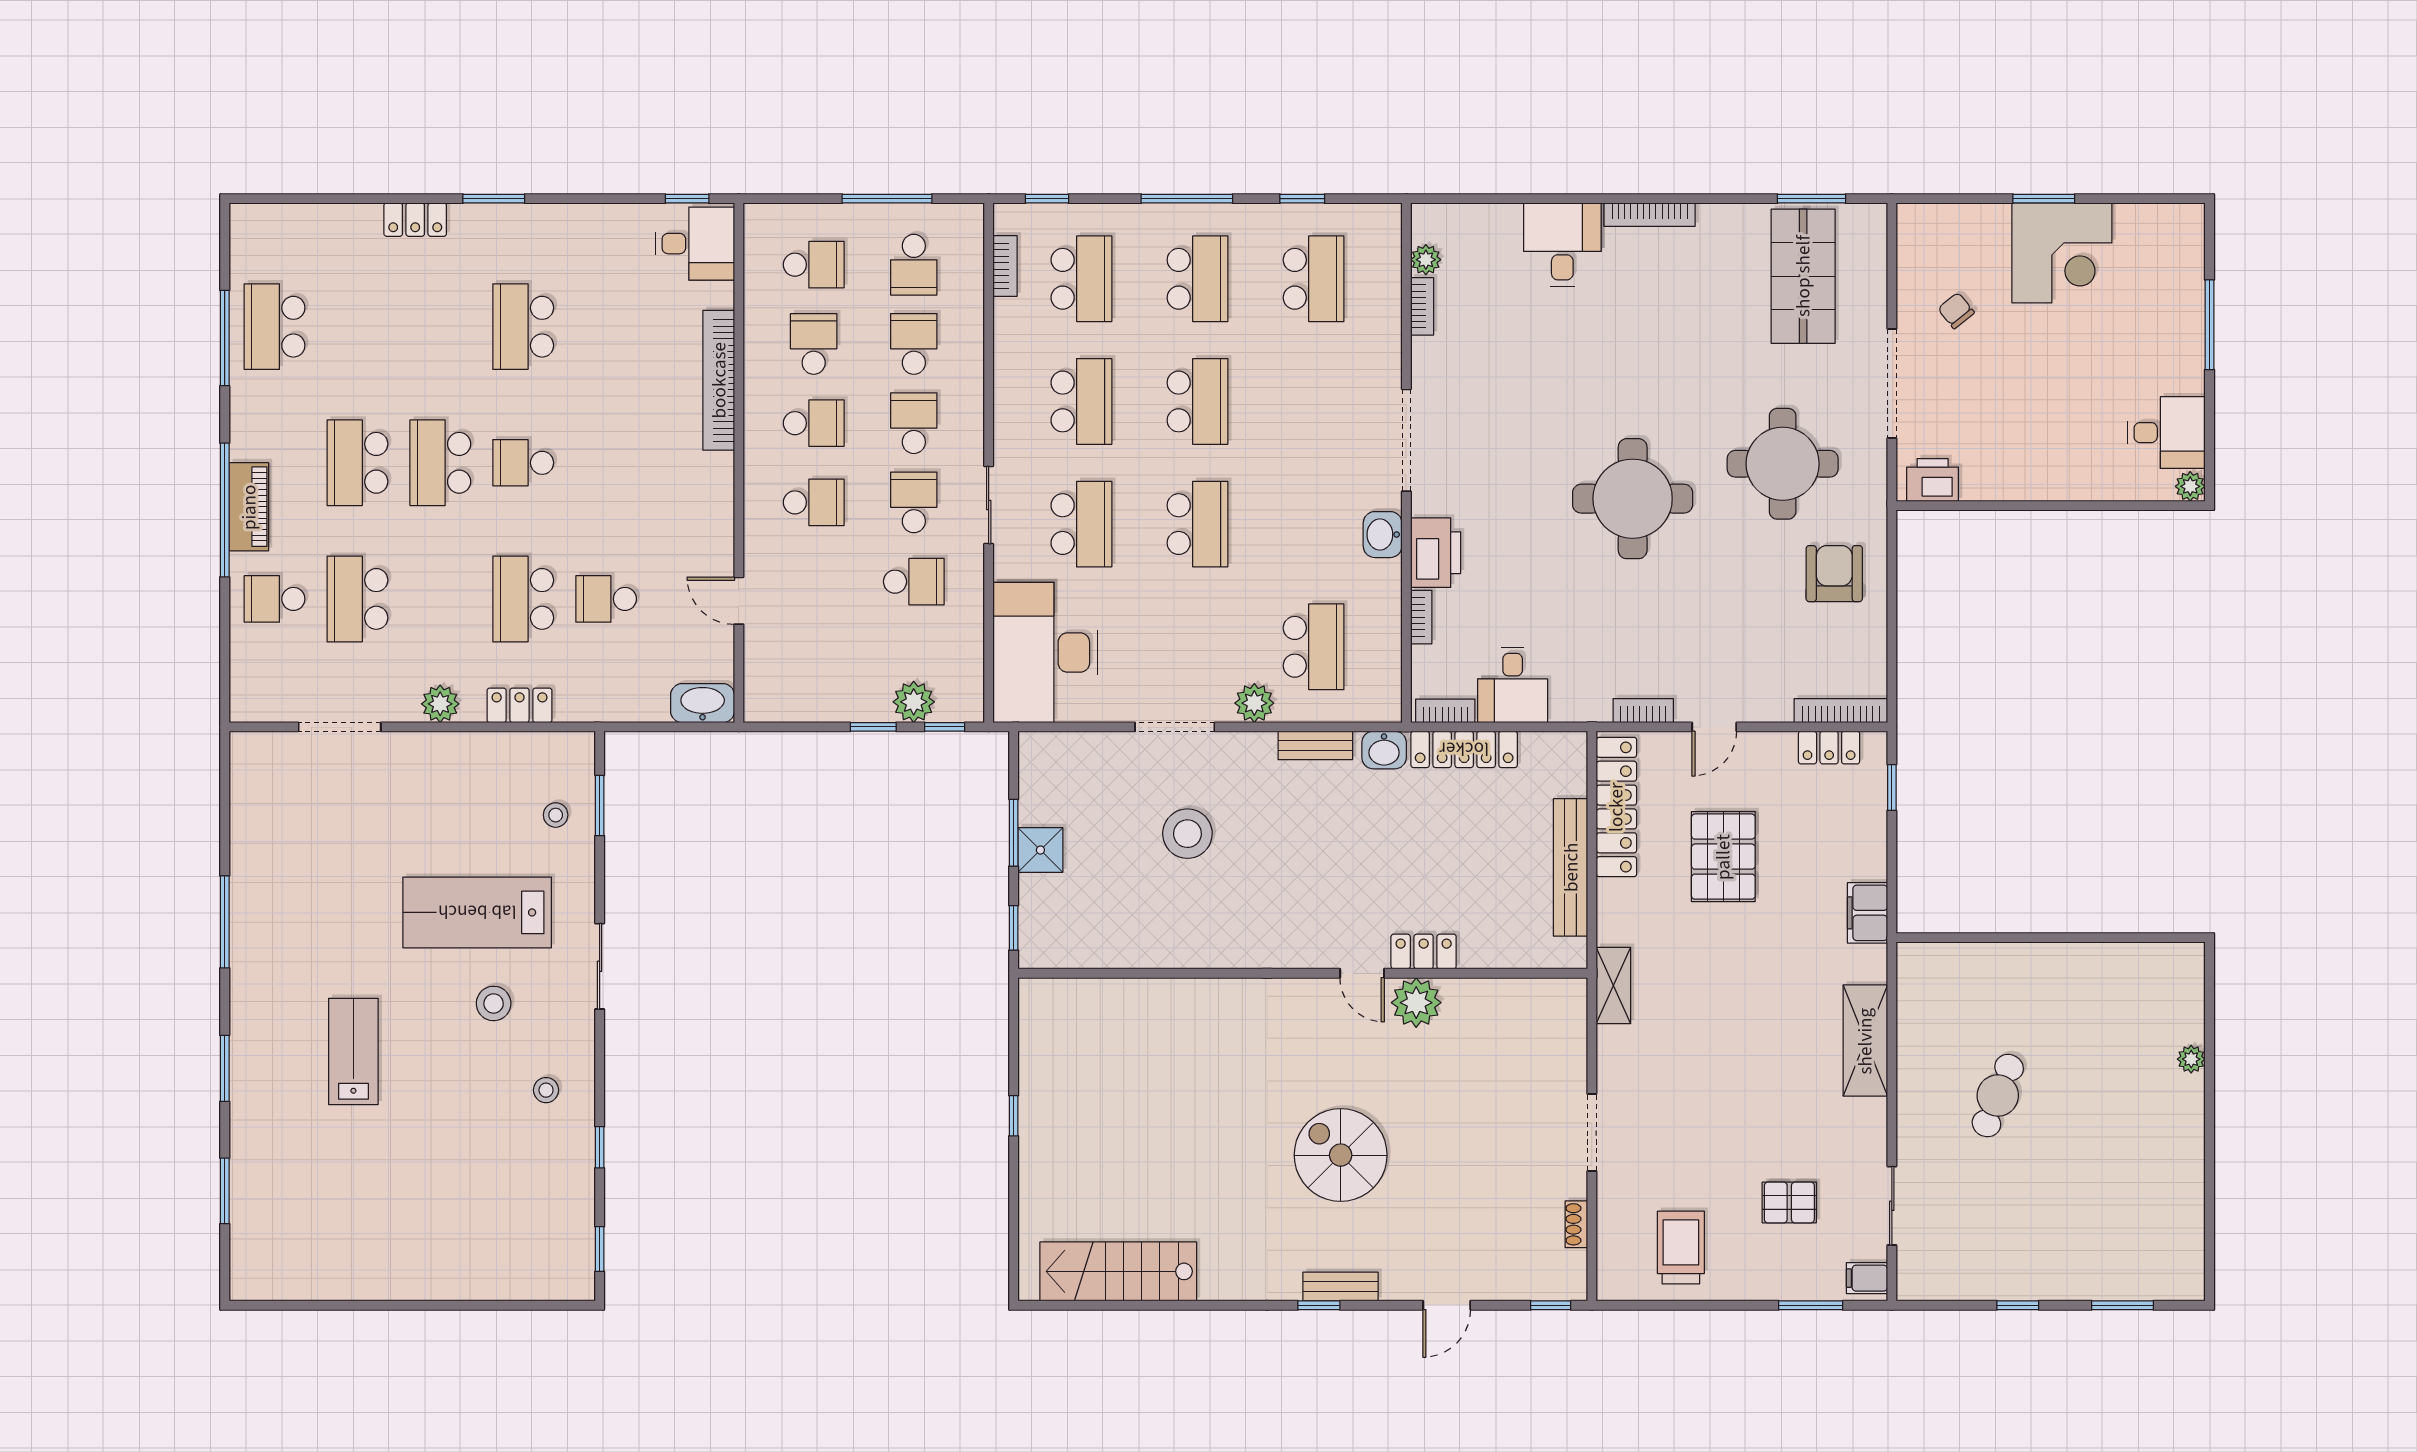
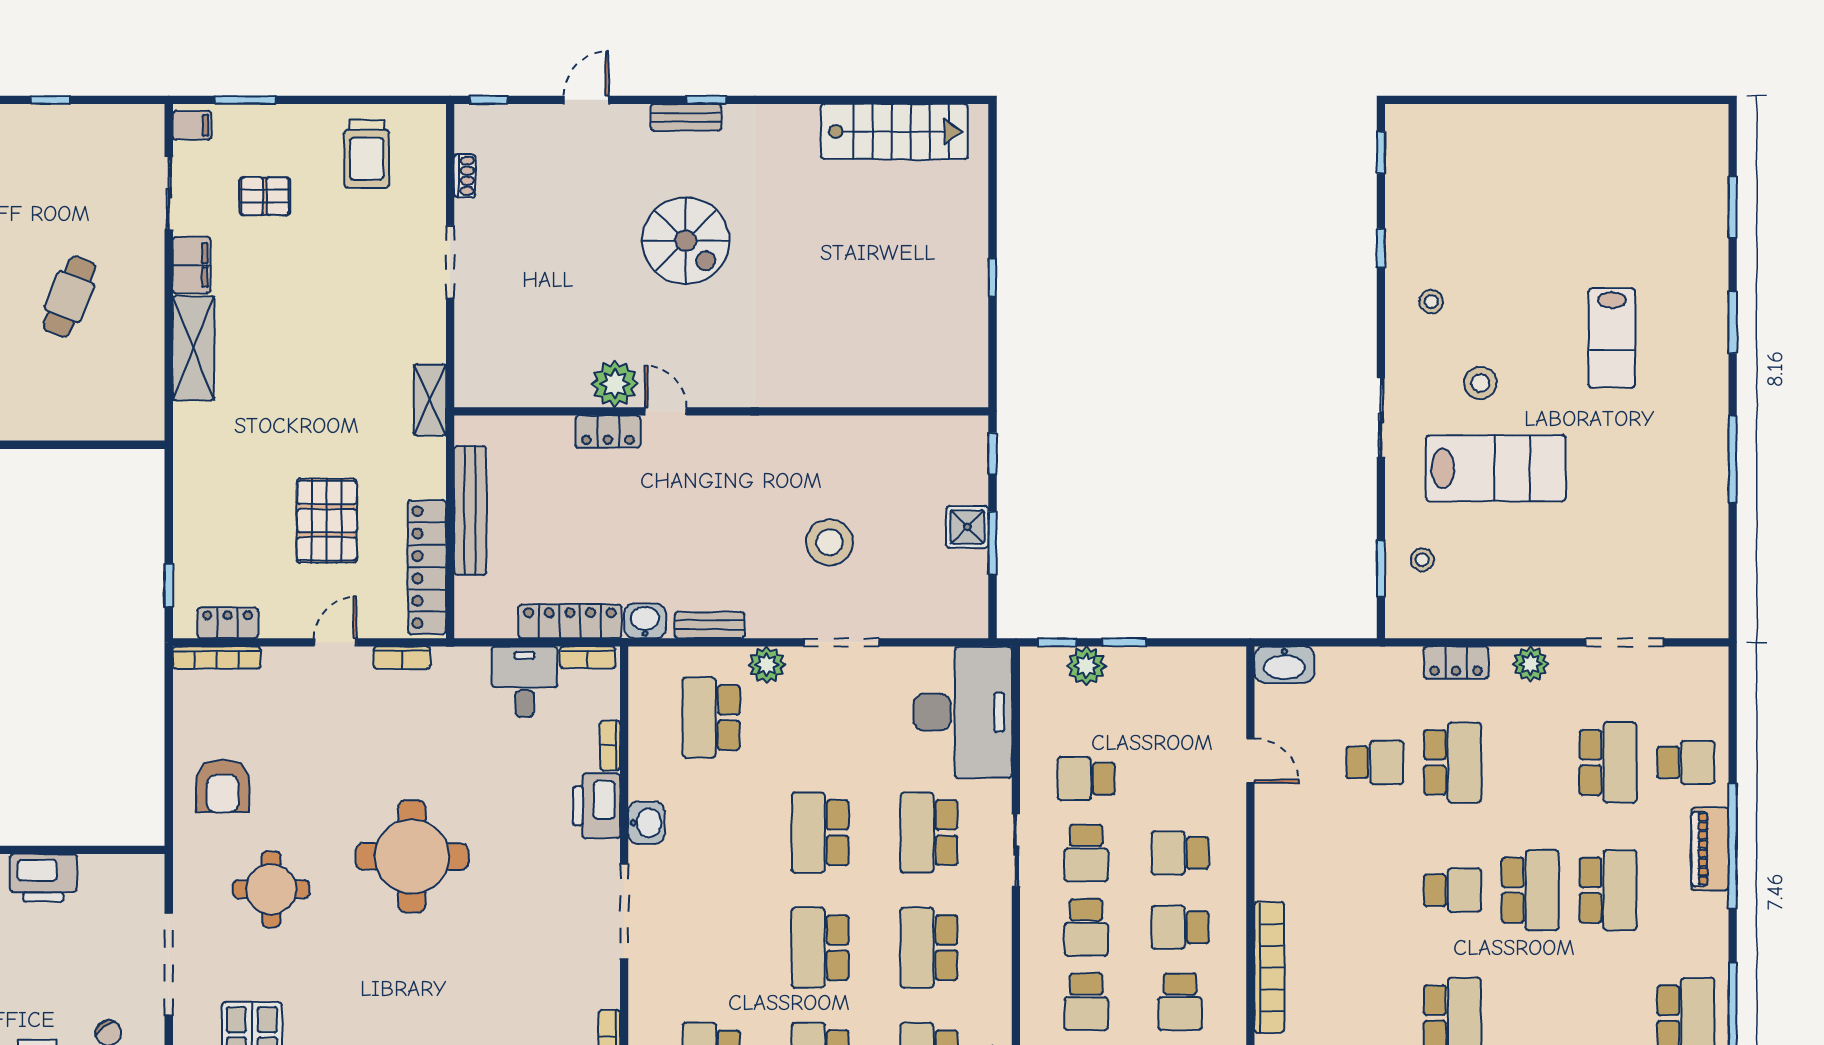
round table: (1783, 464) -> (271, 889), width x0.73, depth x0.73
printer: (1933, 480) -> (43, 878), moved, width x1.37, depth x1.19
filing cabinet: (1867, 913) -> (192, 265), moved

